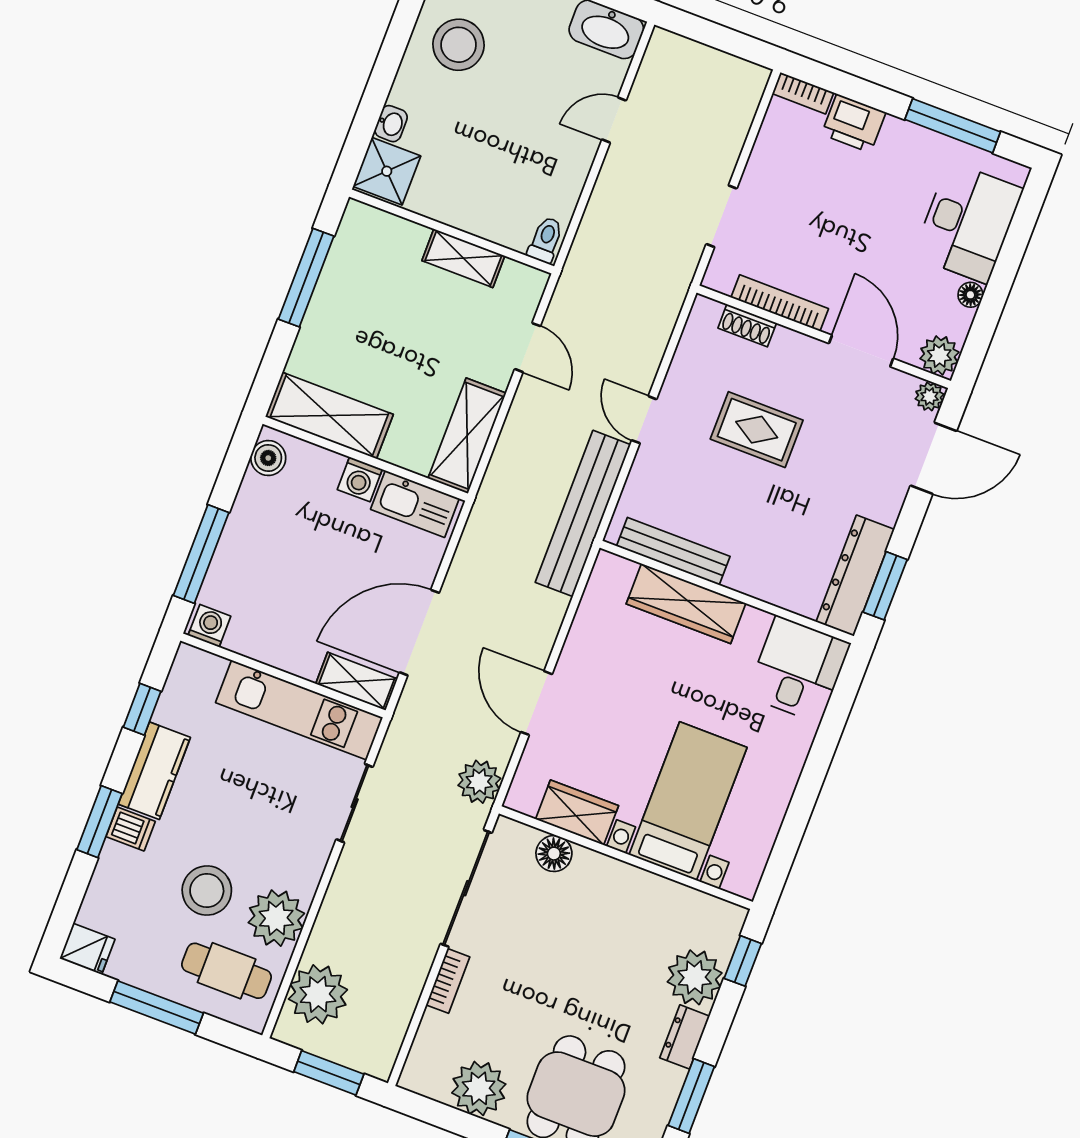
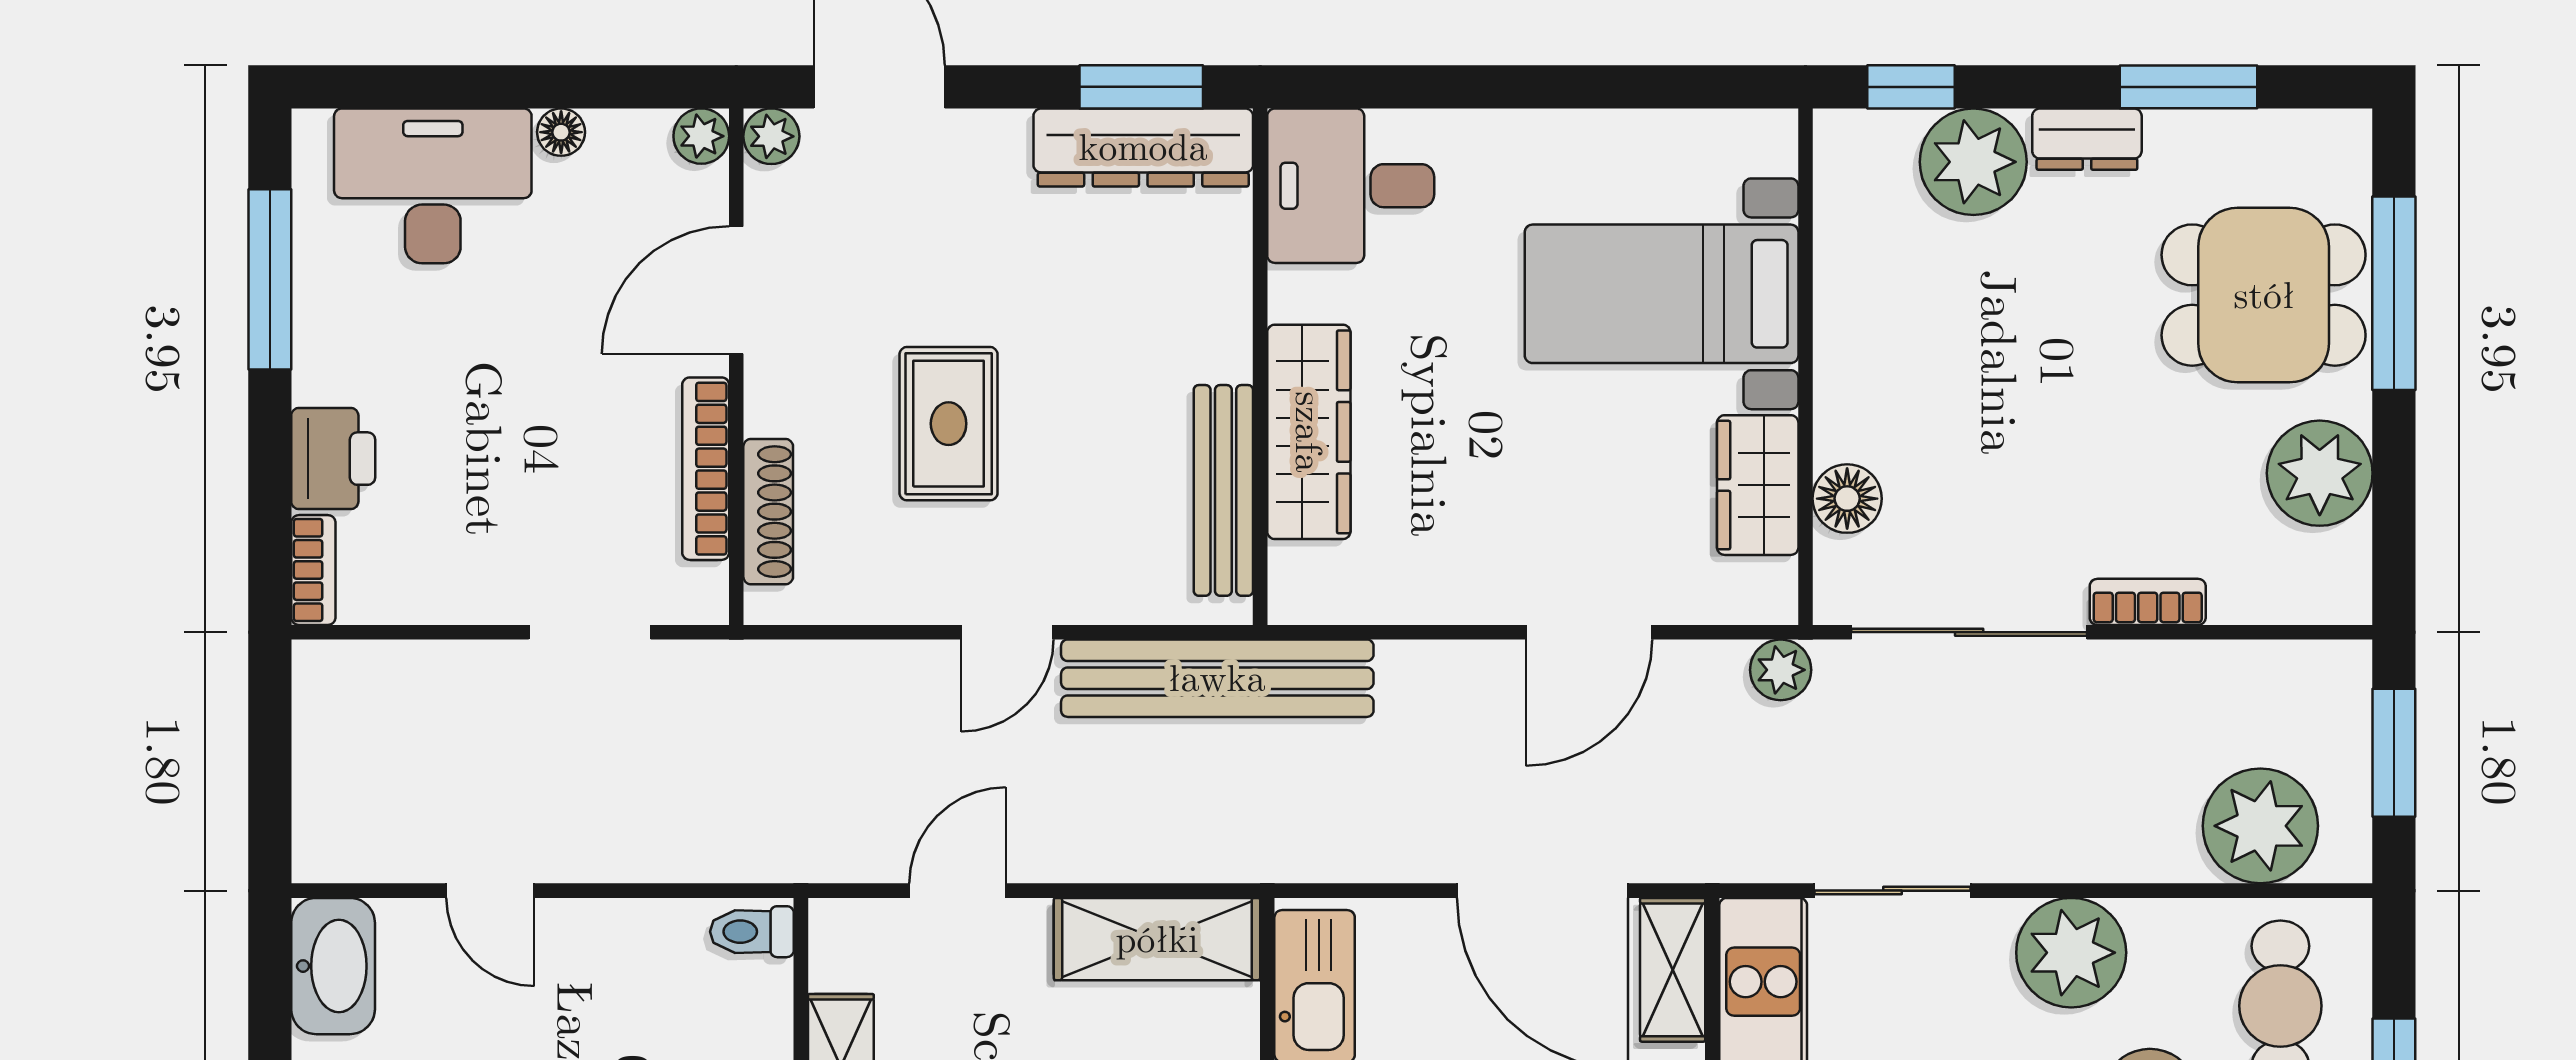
shoe rack: (747, 325) -> (768, 512), width x1.43
plant: (939, 355) -> (701, 136), width x0.73, depth x0.73
plant: (479, 782) -> (1781, 670), width x0.73, depth x0.73
plant: (276, 918) -> (2071, 953), moved

